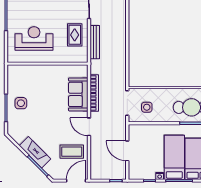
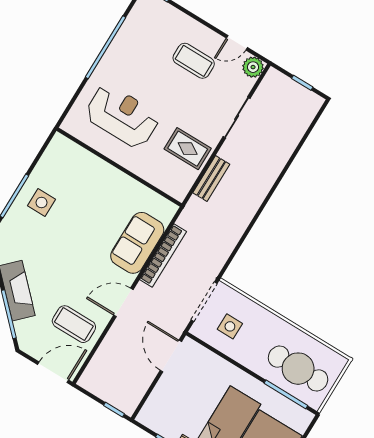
rug: (75, 35) -> (188, 149), turned 90
bench: (95, 42) -> (211, 179), width x0.73
door: (89, 127) -> (123, 302), hinge flipped
door: (127, 151) -> (171, 356), moved

